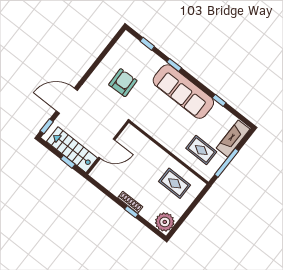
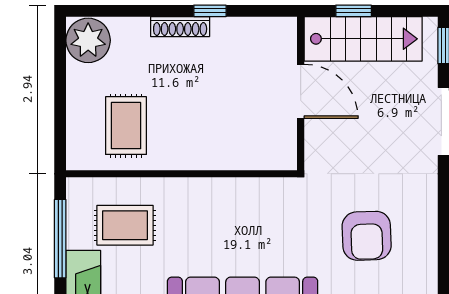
door: (107, 149) -> (301, 91), swing flipped
rug: (175, 183) -> (126, 126), turned 90
window: (131, 212) -> (210, 11), moved

